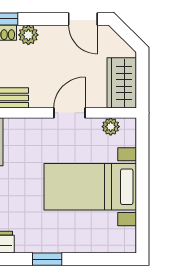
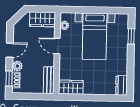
door: (83, 19) -> (10, 50), moved
window: (47, 259) -> (131, 36), moved

